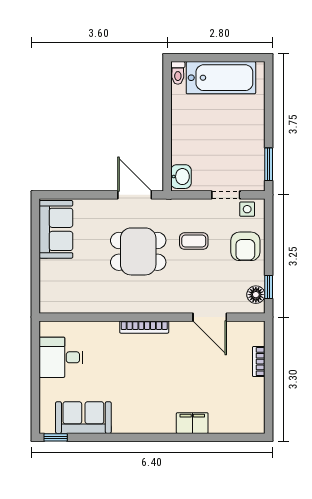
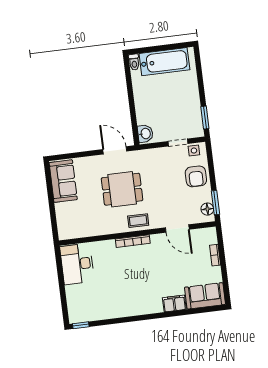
coffee table: (194, 241) -> (138, 221), moved
window: (269, 287) -> (215, 203), width x1.50
desk: (61, 357) -> (77, 264), width x1.37
sofa: (83, 418) -> (205, 296), moved

